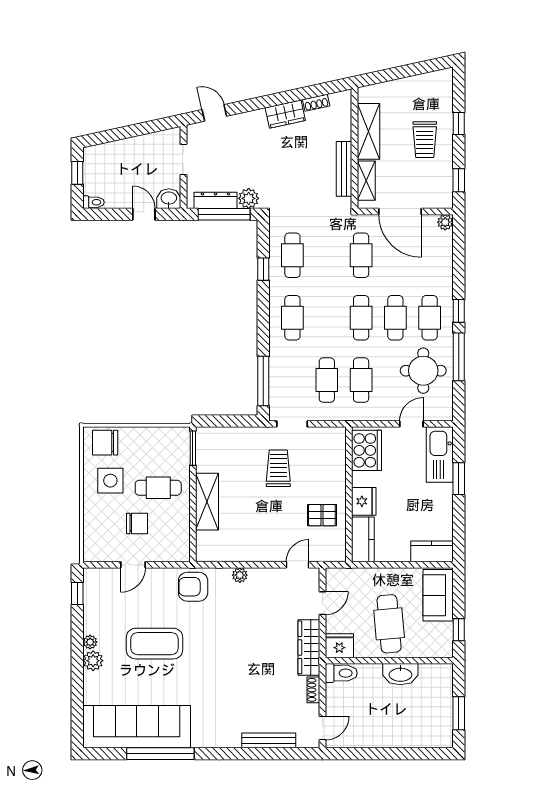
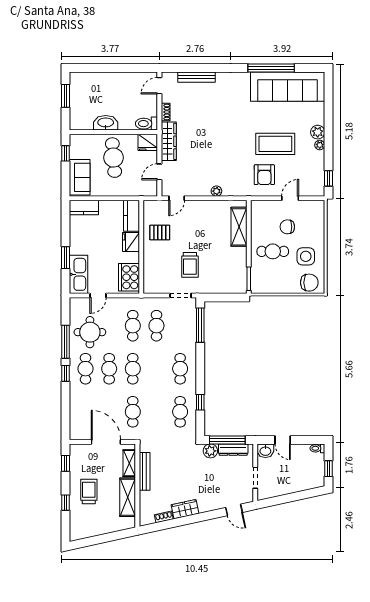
plant: (445, 222) -> (75, 435), removed
shelving: (207, 502) -> (239, 227), moved
armchair: (193, 587) -> (264, 175), moved, turned 90

